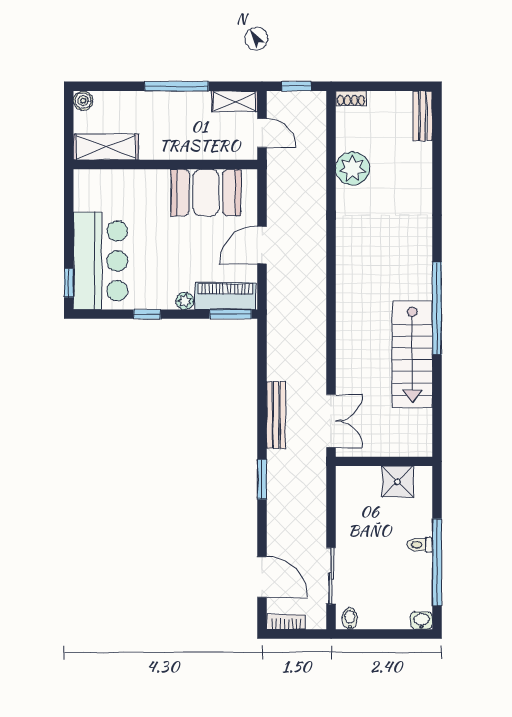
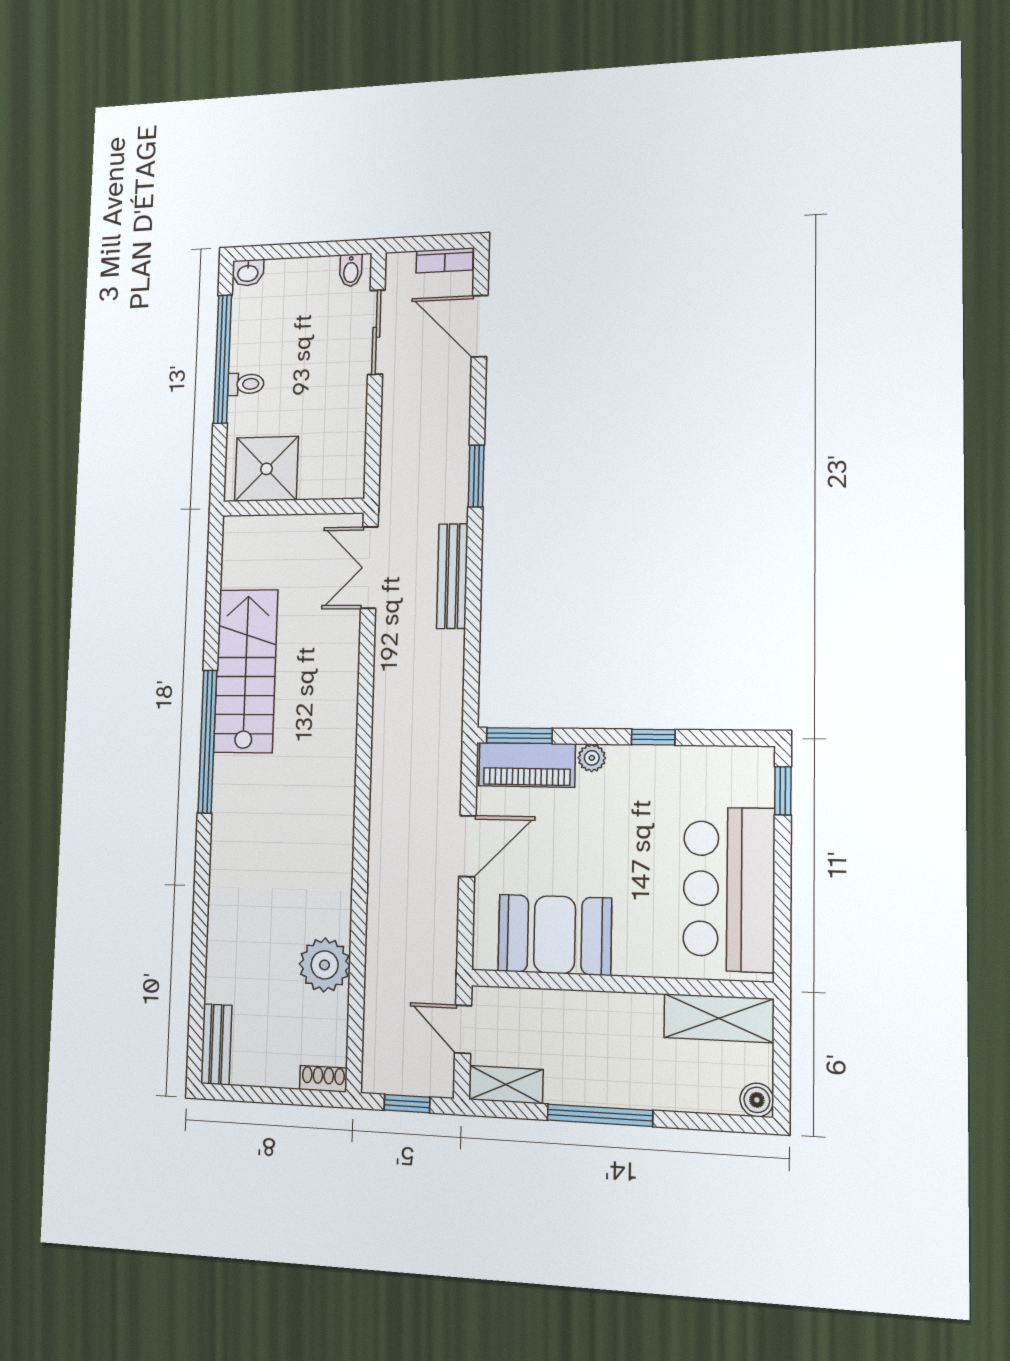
bar counter: (100, 261) -> (729, 889), moved
shower: (398, 482) -> (267, 469), width x1.36, depth x1.36

